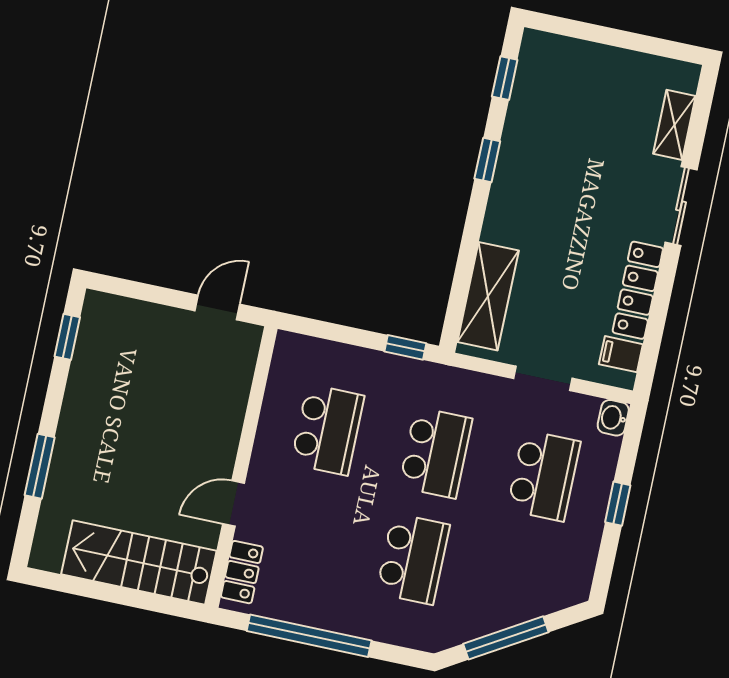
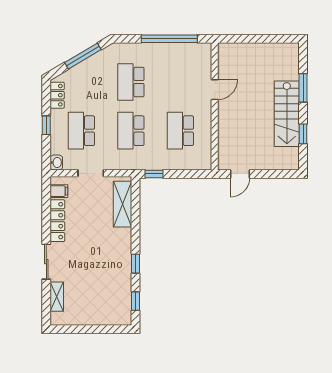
window: (67, 337) -> (303, 134), moved
stairs: (139, 562) -> (287, 114), moved, turned 90
locker: (242, 572) -> (57, 95), moved, turned 180

